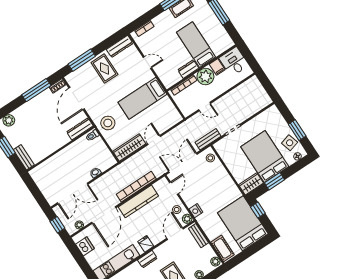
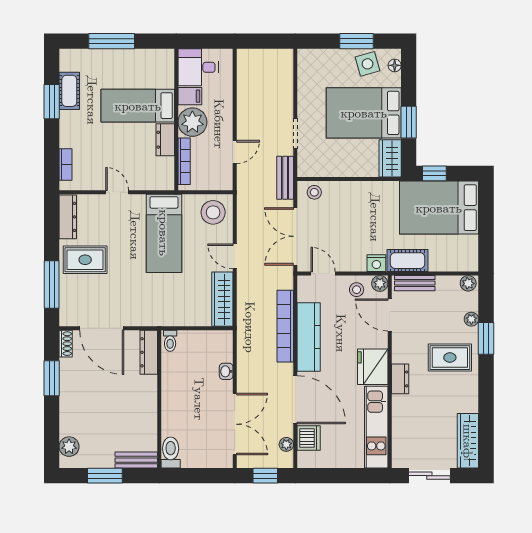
door: (147, 62) -> (117, 192), hinge flipped
window: (36, 90) -> (52, 378), width x0.69
stool: (108, 123) -> (213, 212), moved
toilet: (38, 171) -> (171, 452), added
fridge: (146, 244) -> (373, 367), width x1.88, depth x1.34
dishwasher: (85, 246) -> (309, 438), moved, turned 90
cot: (223, 248) -> (408, 261), moved

